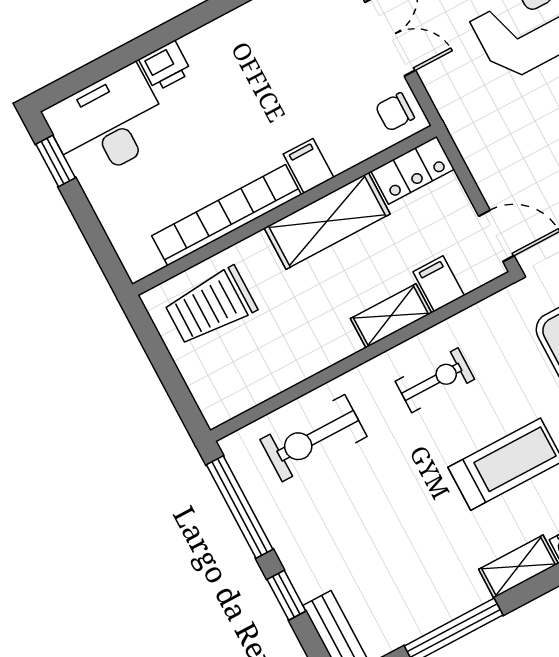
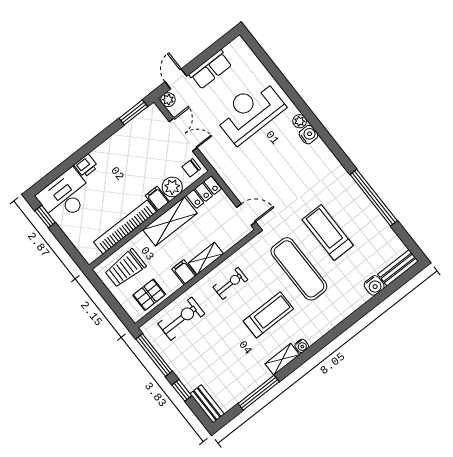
plant: (346, 146) -> (172, 187), added
filing cabinet: (439, 284) -> (184, 272), moved
pallet: (253, 373) -> (149, 295), added
exercise bike: (313, 438) -> (181, 319), turned 180

